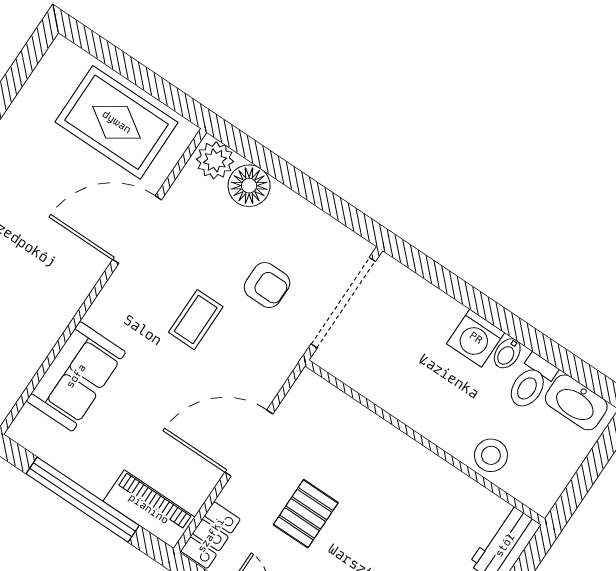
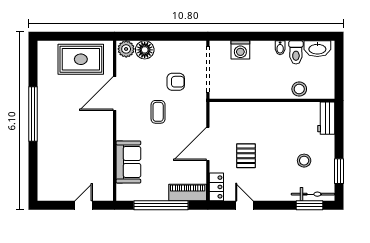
washing machine: (476, 338) -> (240, 50), moved

